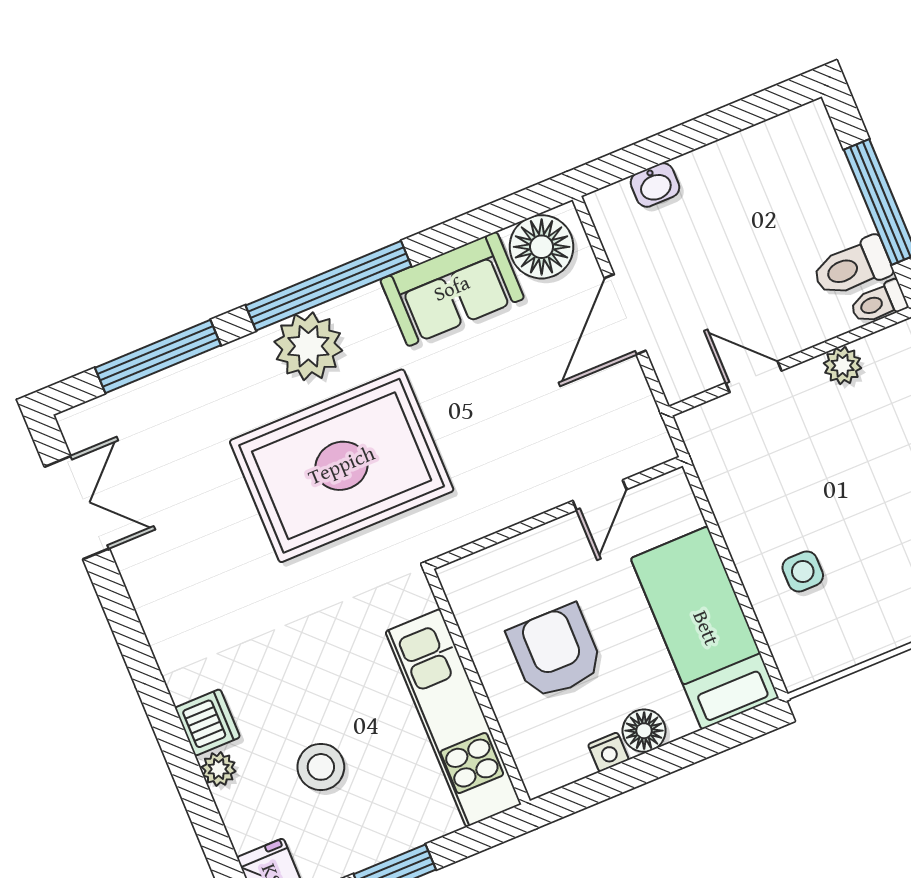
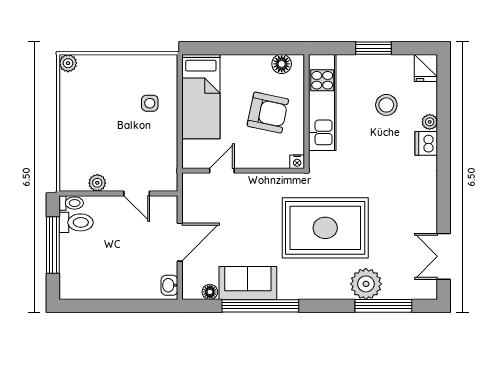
washbasin: (655, 185) -> (169, 285), moved, turned -90
floor lamp: (542, 247) -> (210, 292), width x0.53, depth x0.53
window: (329, 286) -> (260, 306), moved
plant: (308, 346) -> (366, 284), moved
armchair: (555, 652) -> (268, 113), turned -78
floor lamp: (644, 731) -> (282, 64), moved
nightstand: (608, 752) -> (297, 162), moved, turned 180

